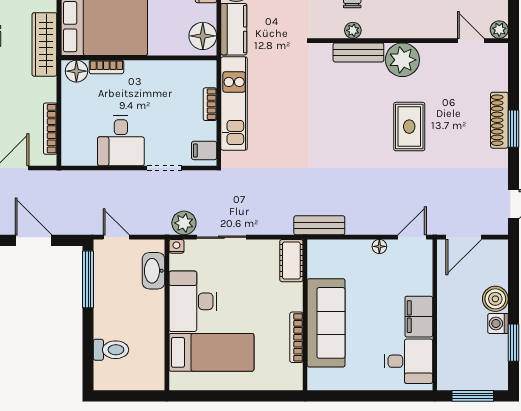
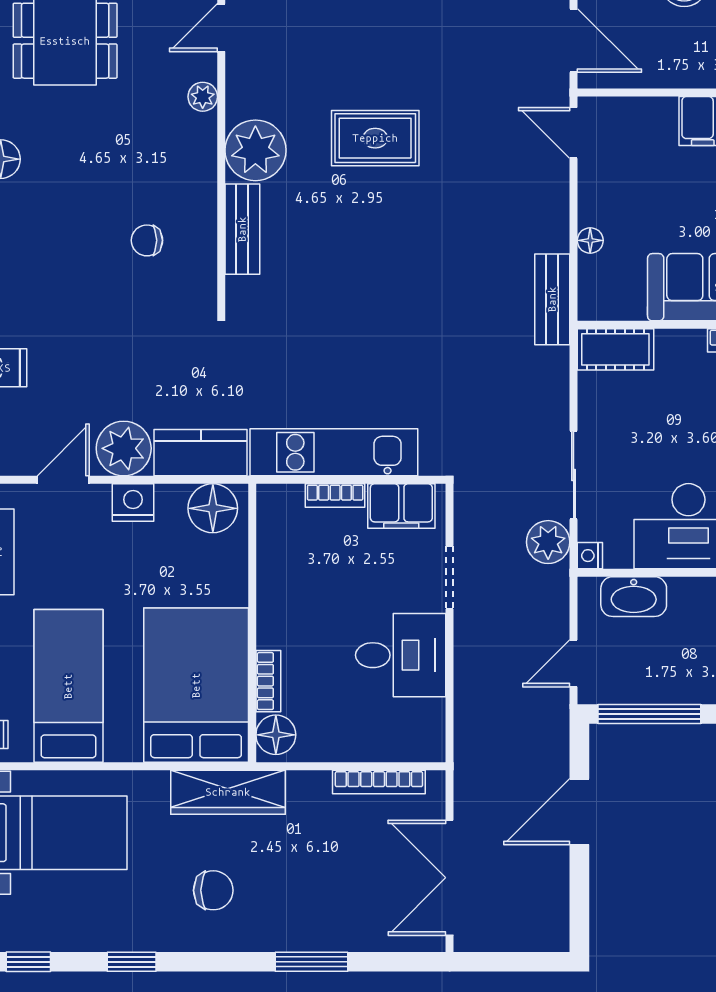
plant: (353, 30) -> (203, 97), moved
filing cabinet: (204, 150) -> (401, 506), width x2.00
floor lamp: (379, 246) -> (590, 240), moved

